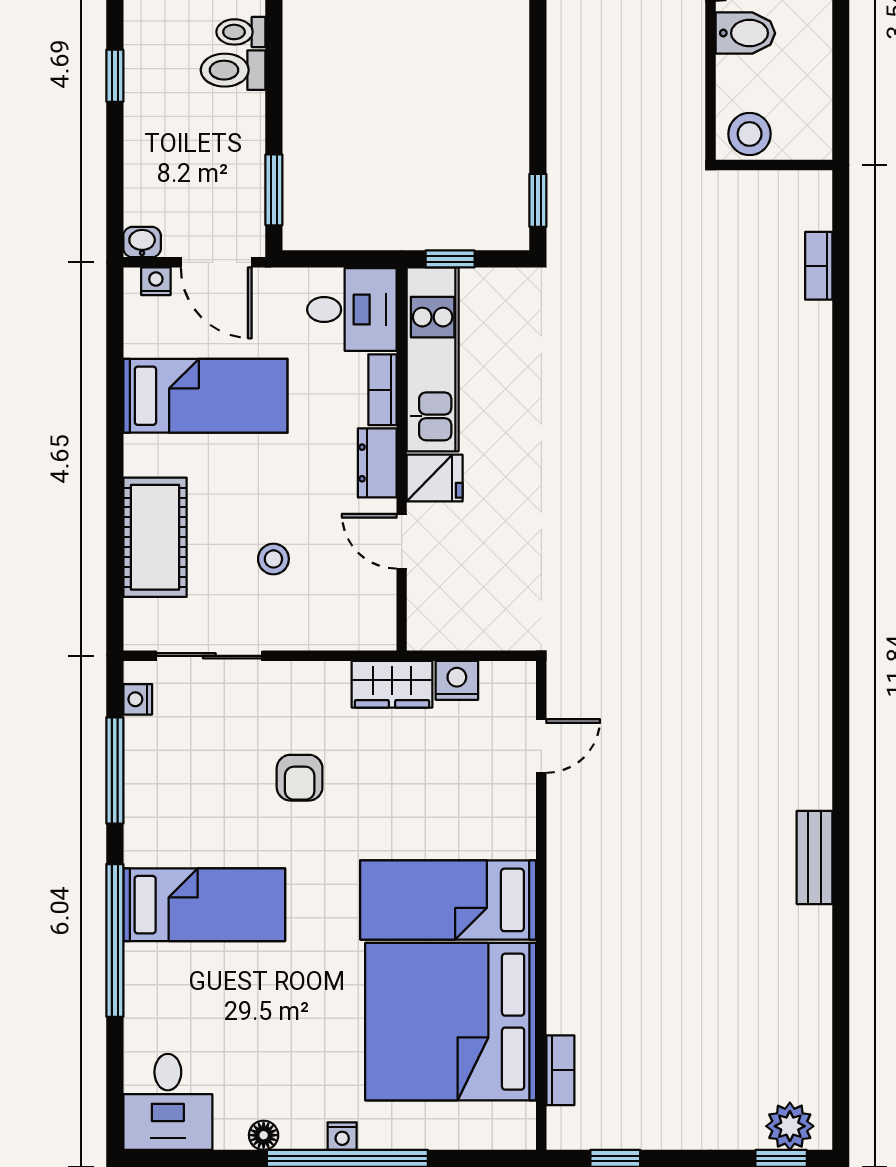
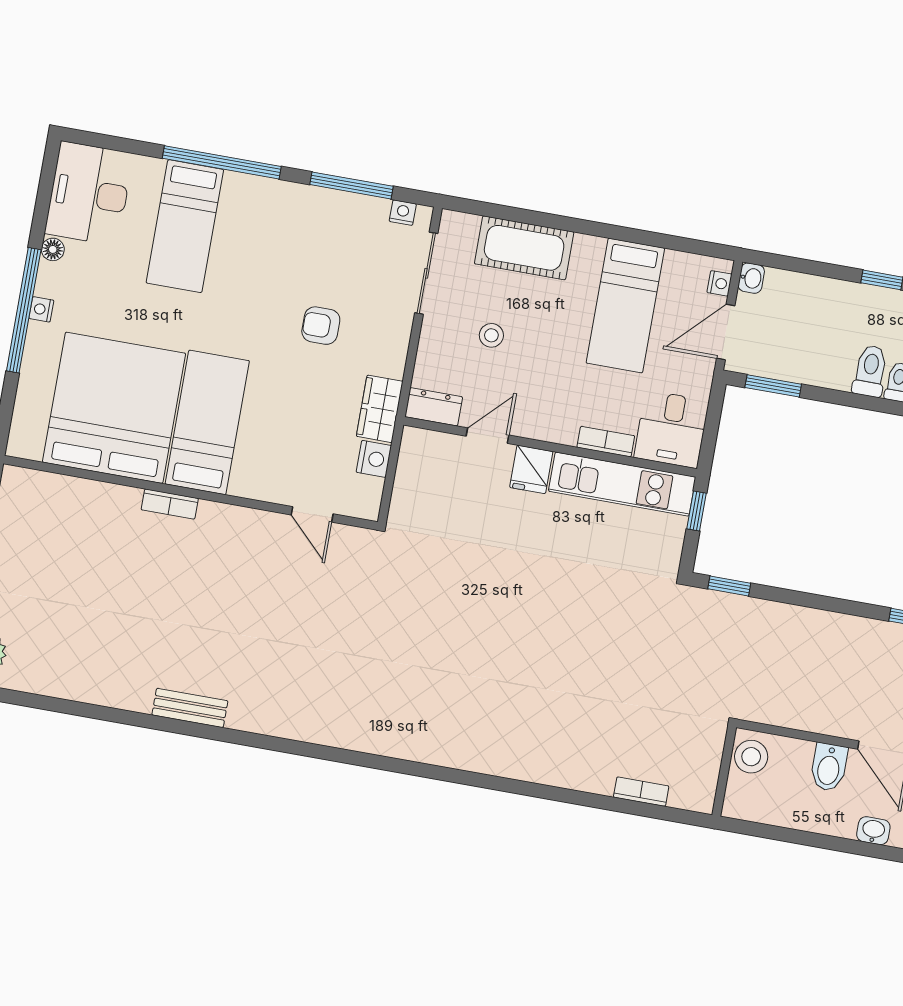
dresser: (377, 463) -> (434, 407), moved
bed: (204, 905) -> (185, 226), moved
bookcase: (560, 1070) -> (170, 504), moved
desk: (168, 1102) -> (89, 194), width x1.37

